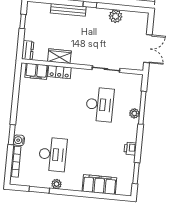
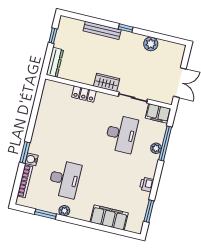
dresser: (28, 50) -> (55, 62), width x1.44
wardrobe: (59, 56) -> (107, 82), moved
filing cabinet: (36, 71) -> (158, 113), moved

